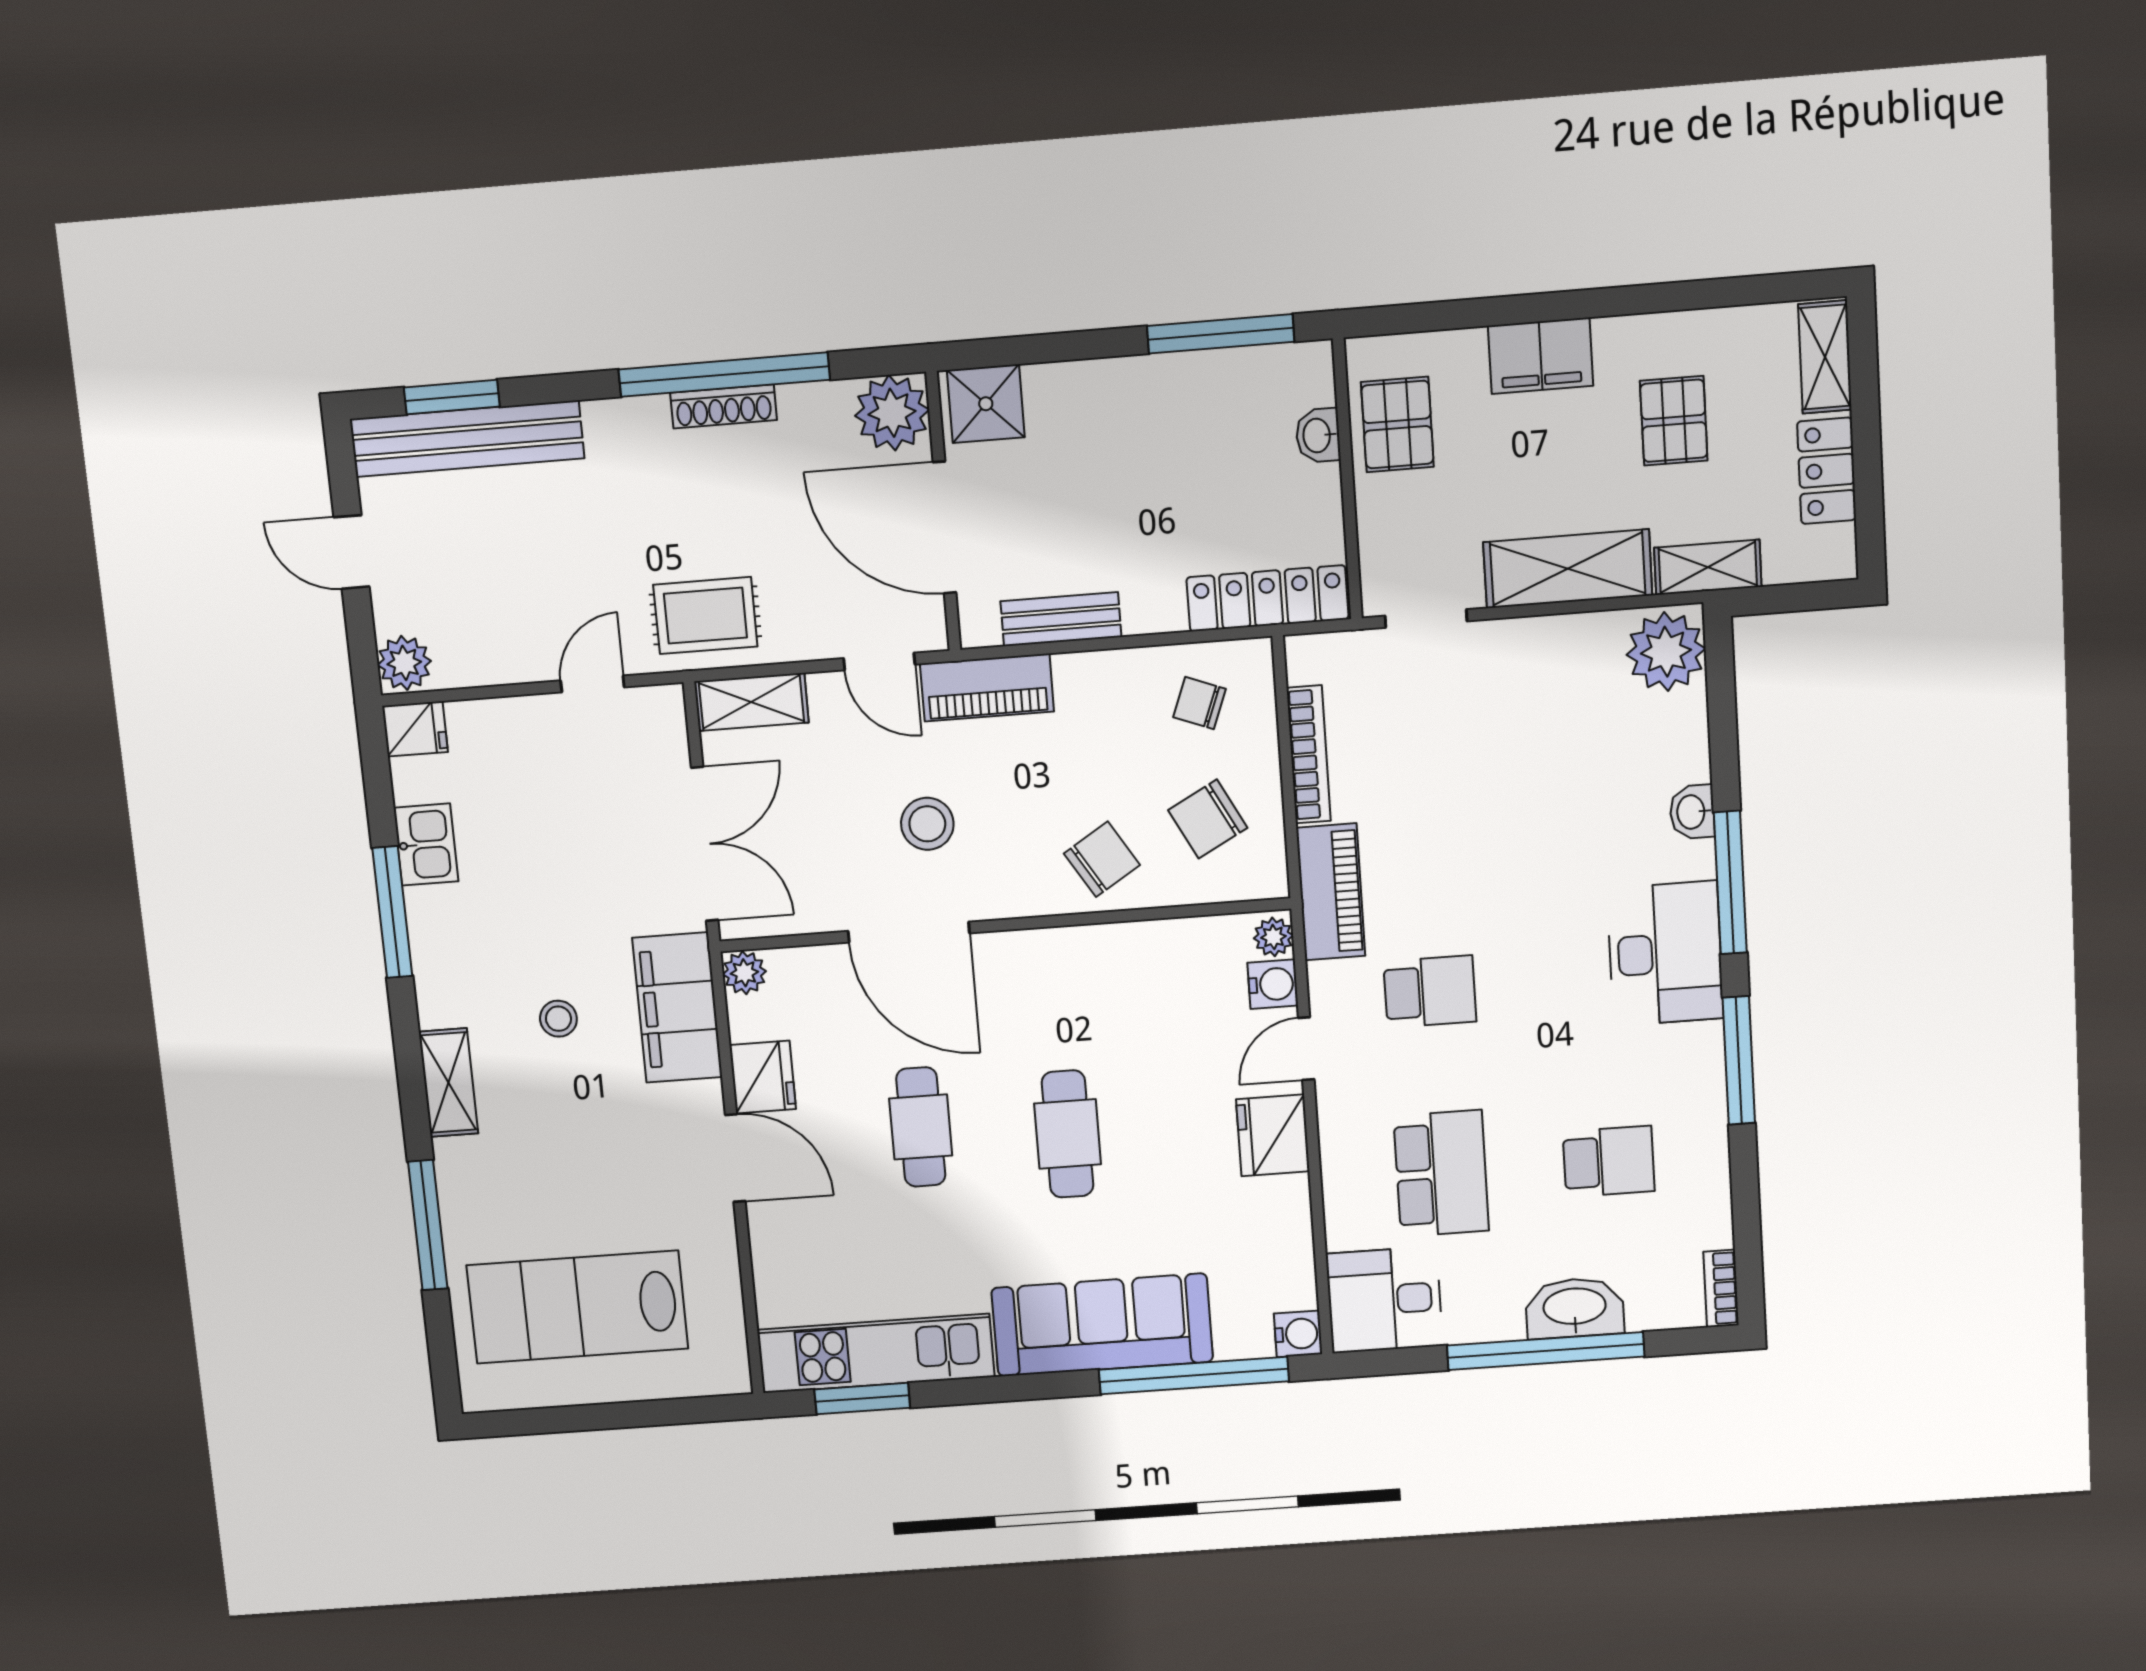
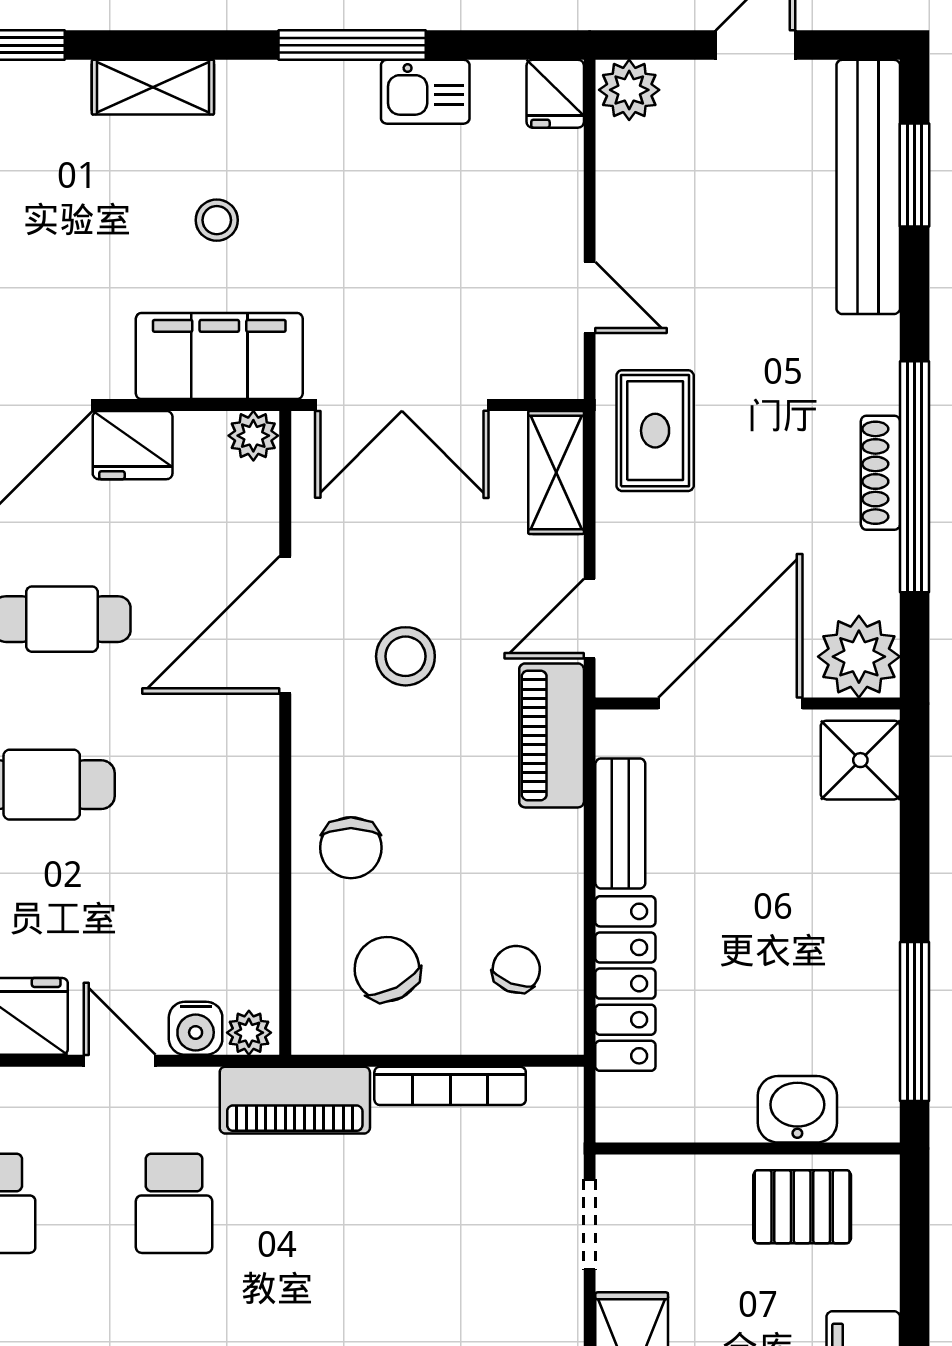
washbasin: (1318, 435) -> (797, 1109), width x1.38, depth x1.45
locker: (1267, 598) -> (625, 984), moved
chair: (1102, 859) -> (351, 848), turned 32

